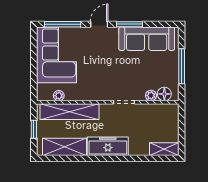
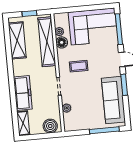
window: (182, 66) -> (104, 130), moved
coffee table: (102, 77) -> (79, 66), added
floor lamp: (164, 94) -> (62, 42), moved
boiler: (171, 117) -> (50, 126), added
freezer: (108, 146) -> (23, 93), moved

